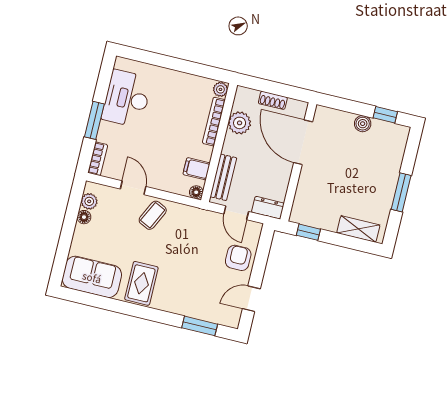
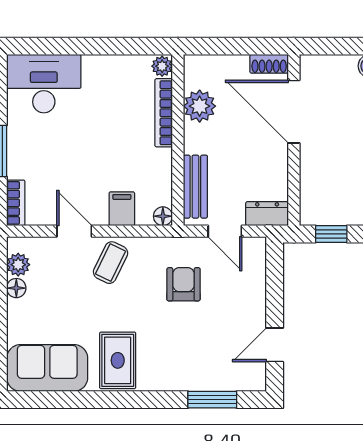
desk: (127, 99) -> (44, 84), moved, turned 90
shoe rack: (273, 100) -> (269, 64), moved
filing cabinet: (196, 169) -> (122, 209), moved, turned 90
armchair: (238, 258) -> (183, 284), moved

